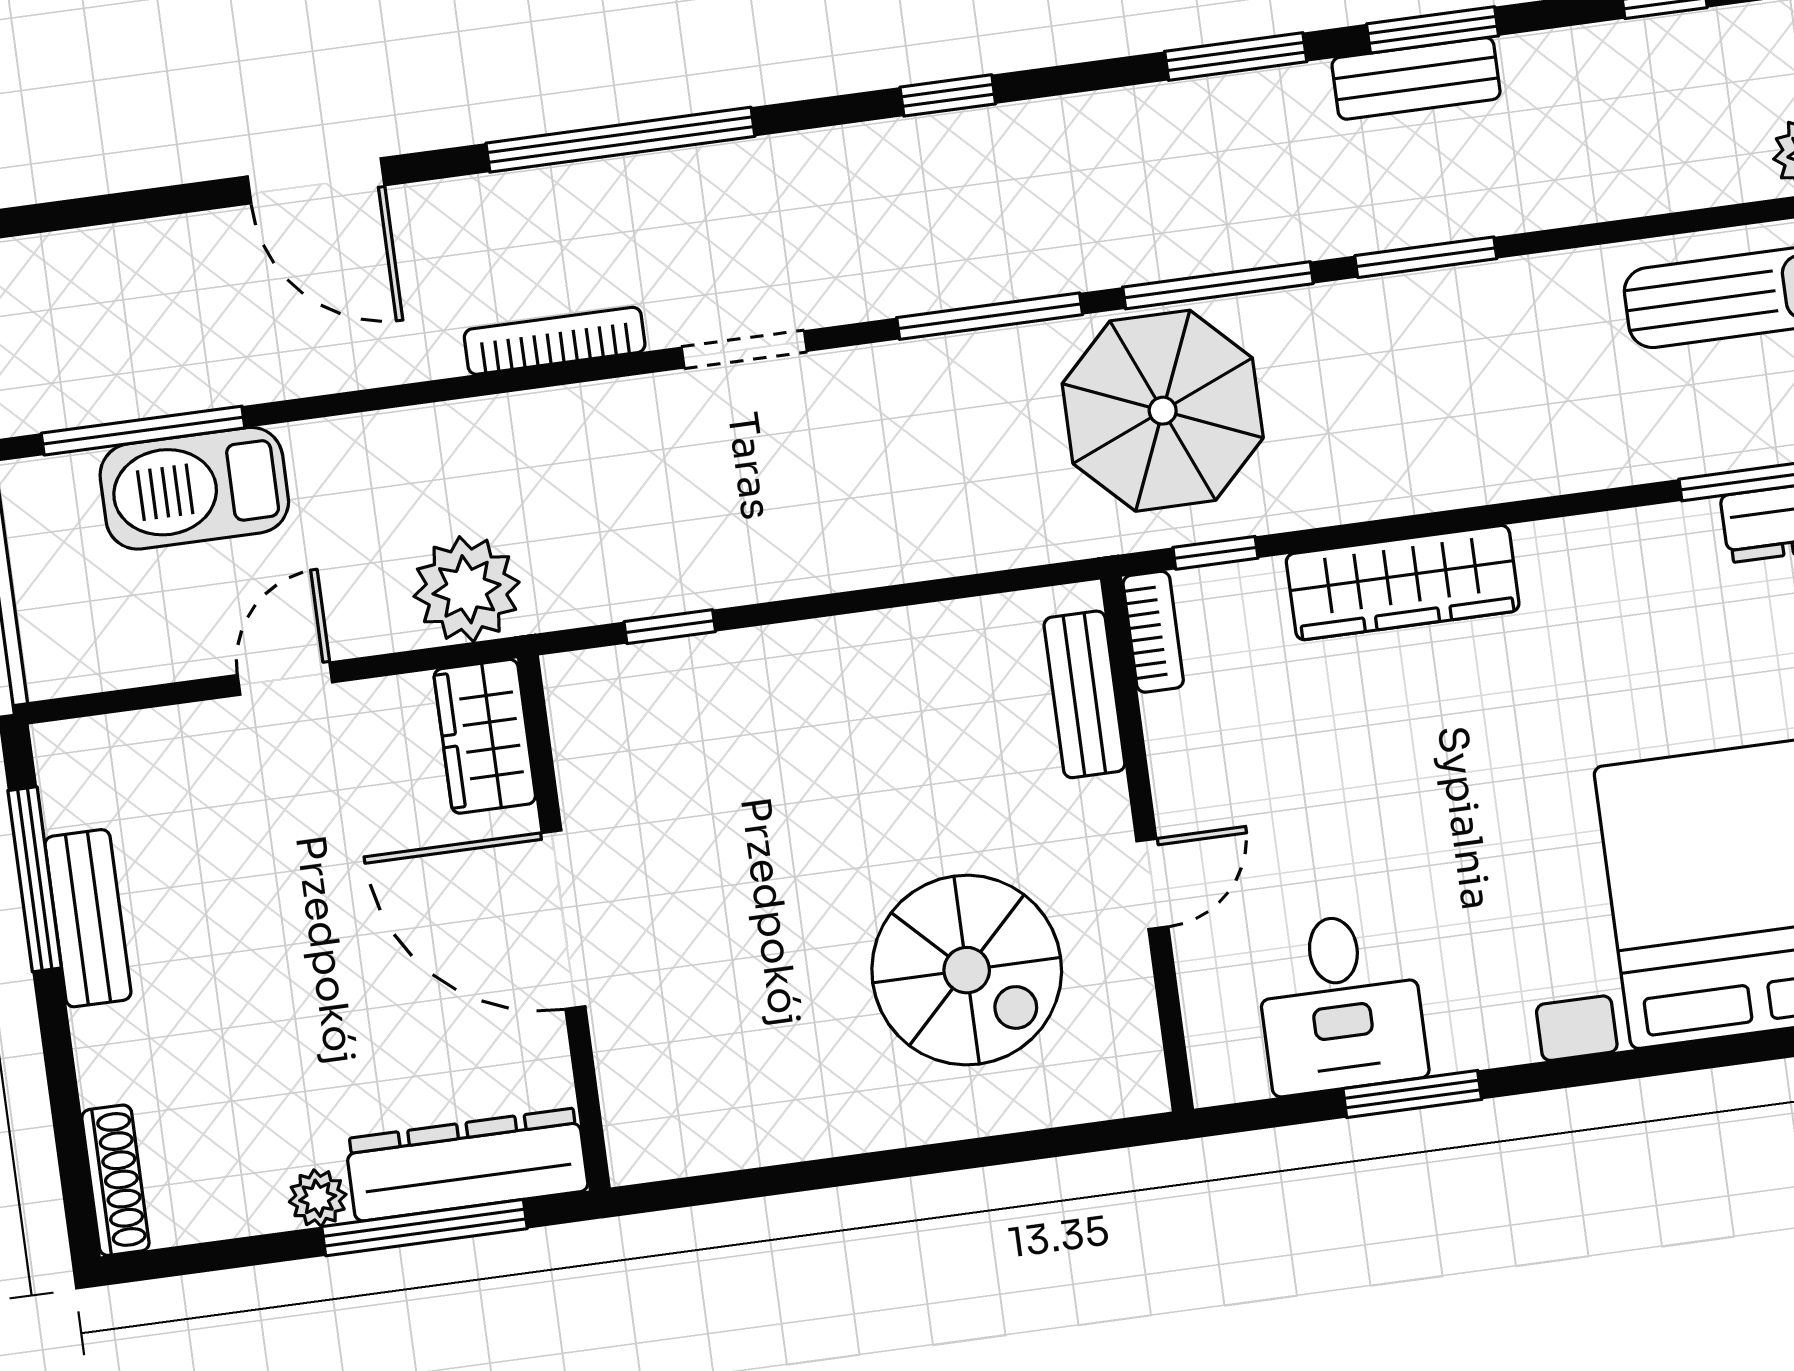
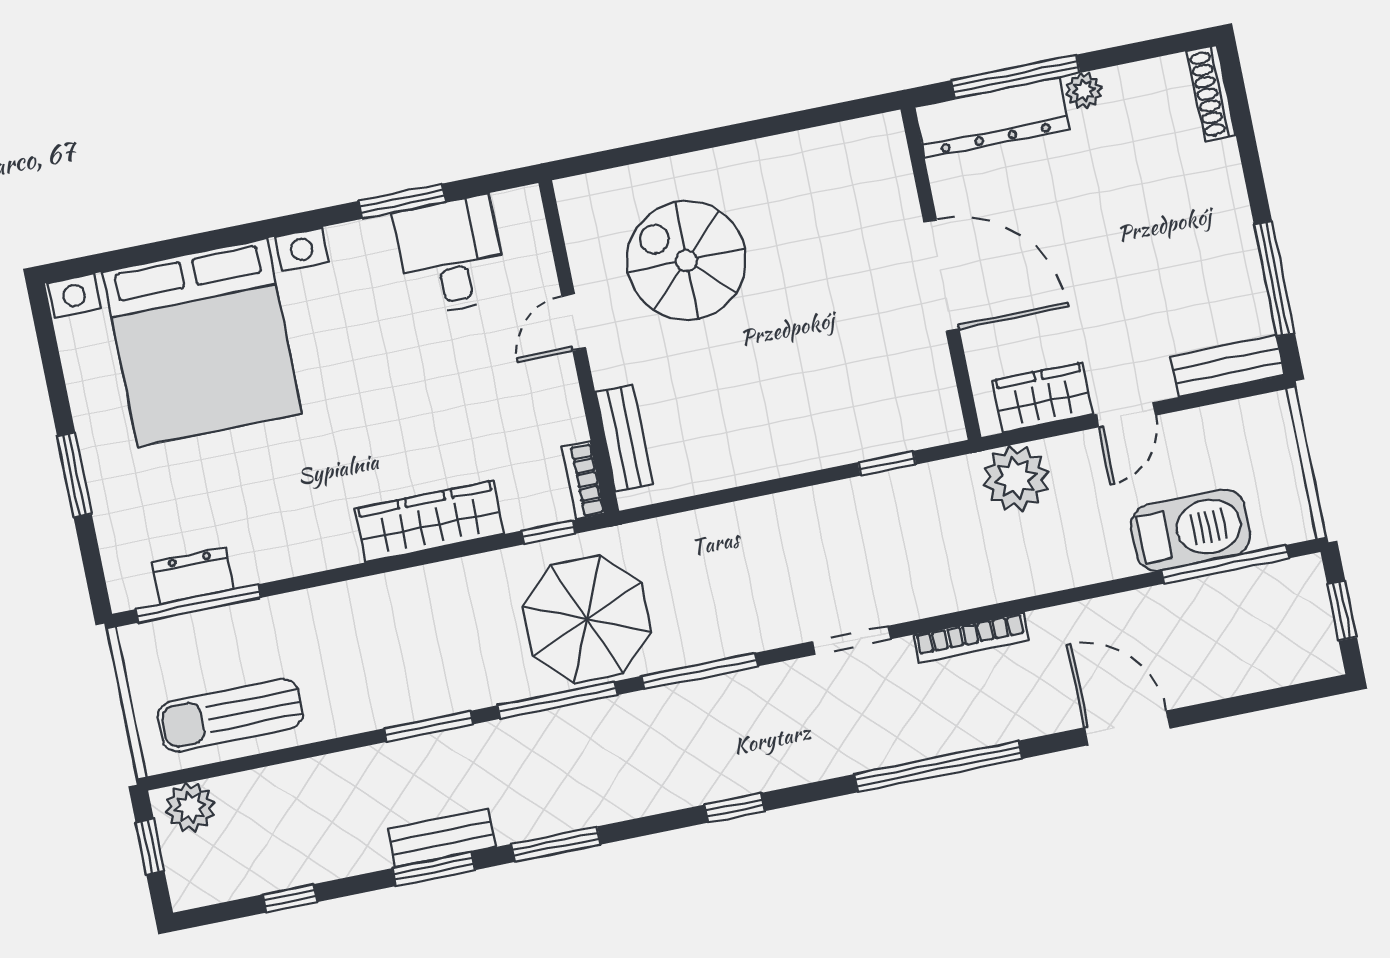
wardrobe: (485, 736) -> (1042, 398), moved, turned -90
bench: (88, 918) -> (1228, 366), moved, turned 90

